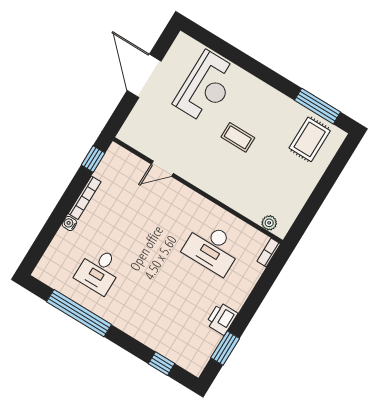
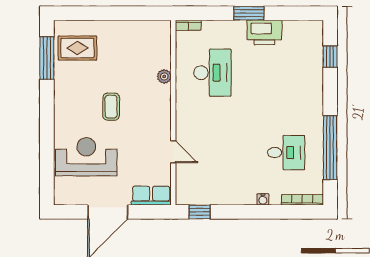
row of seats: (135, 124) -> (151, 196), added
bookcase: (85, 198) -> (302, 200), moved
plant: (269, 223) -> (164, 76), moved
printer: (222, 319) -> (264, 32), width x1.37, depth x1.19
window: (225, 348) -> (249, 13), moved

